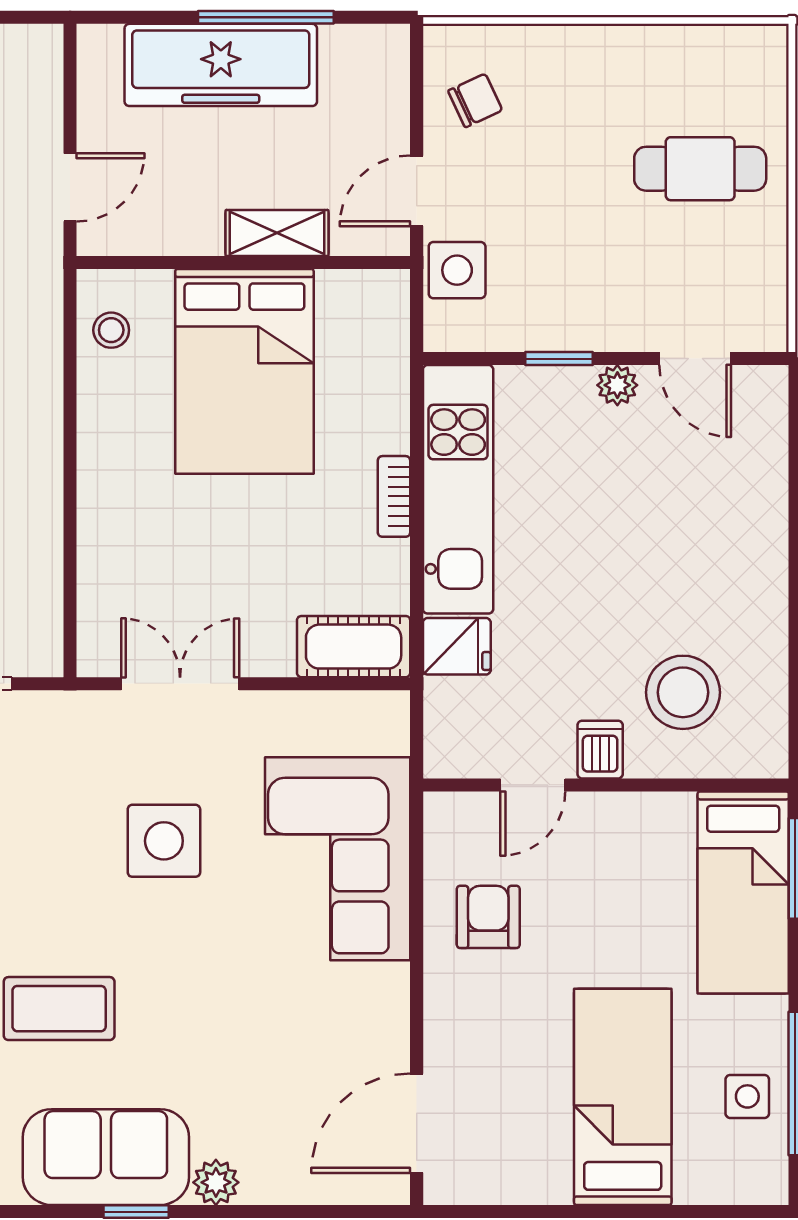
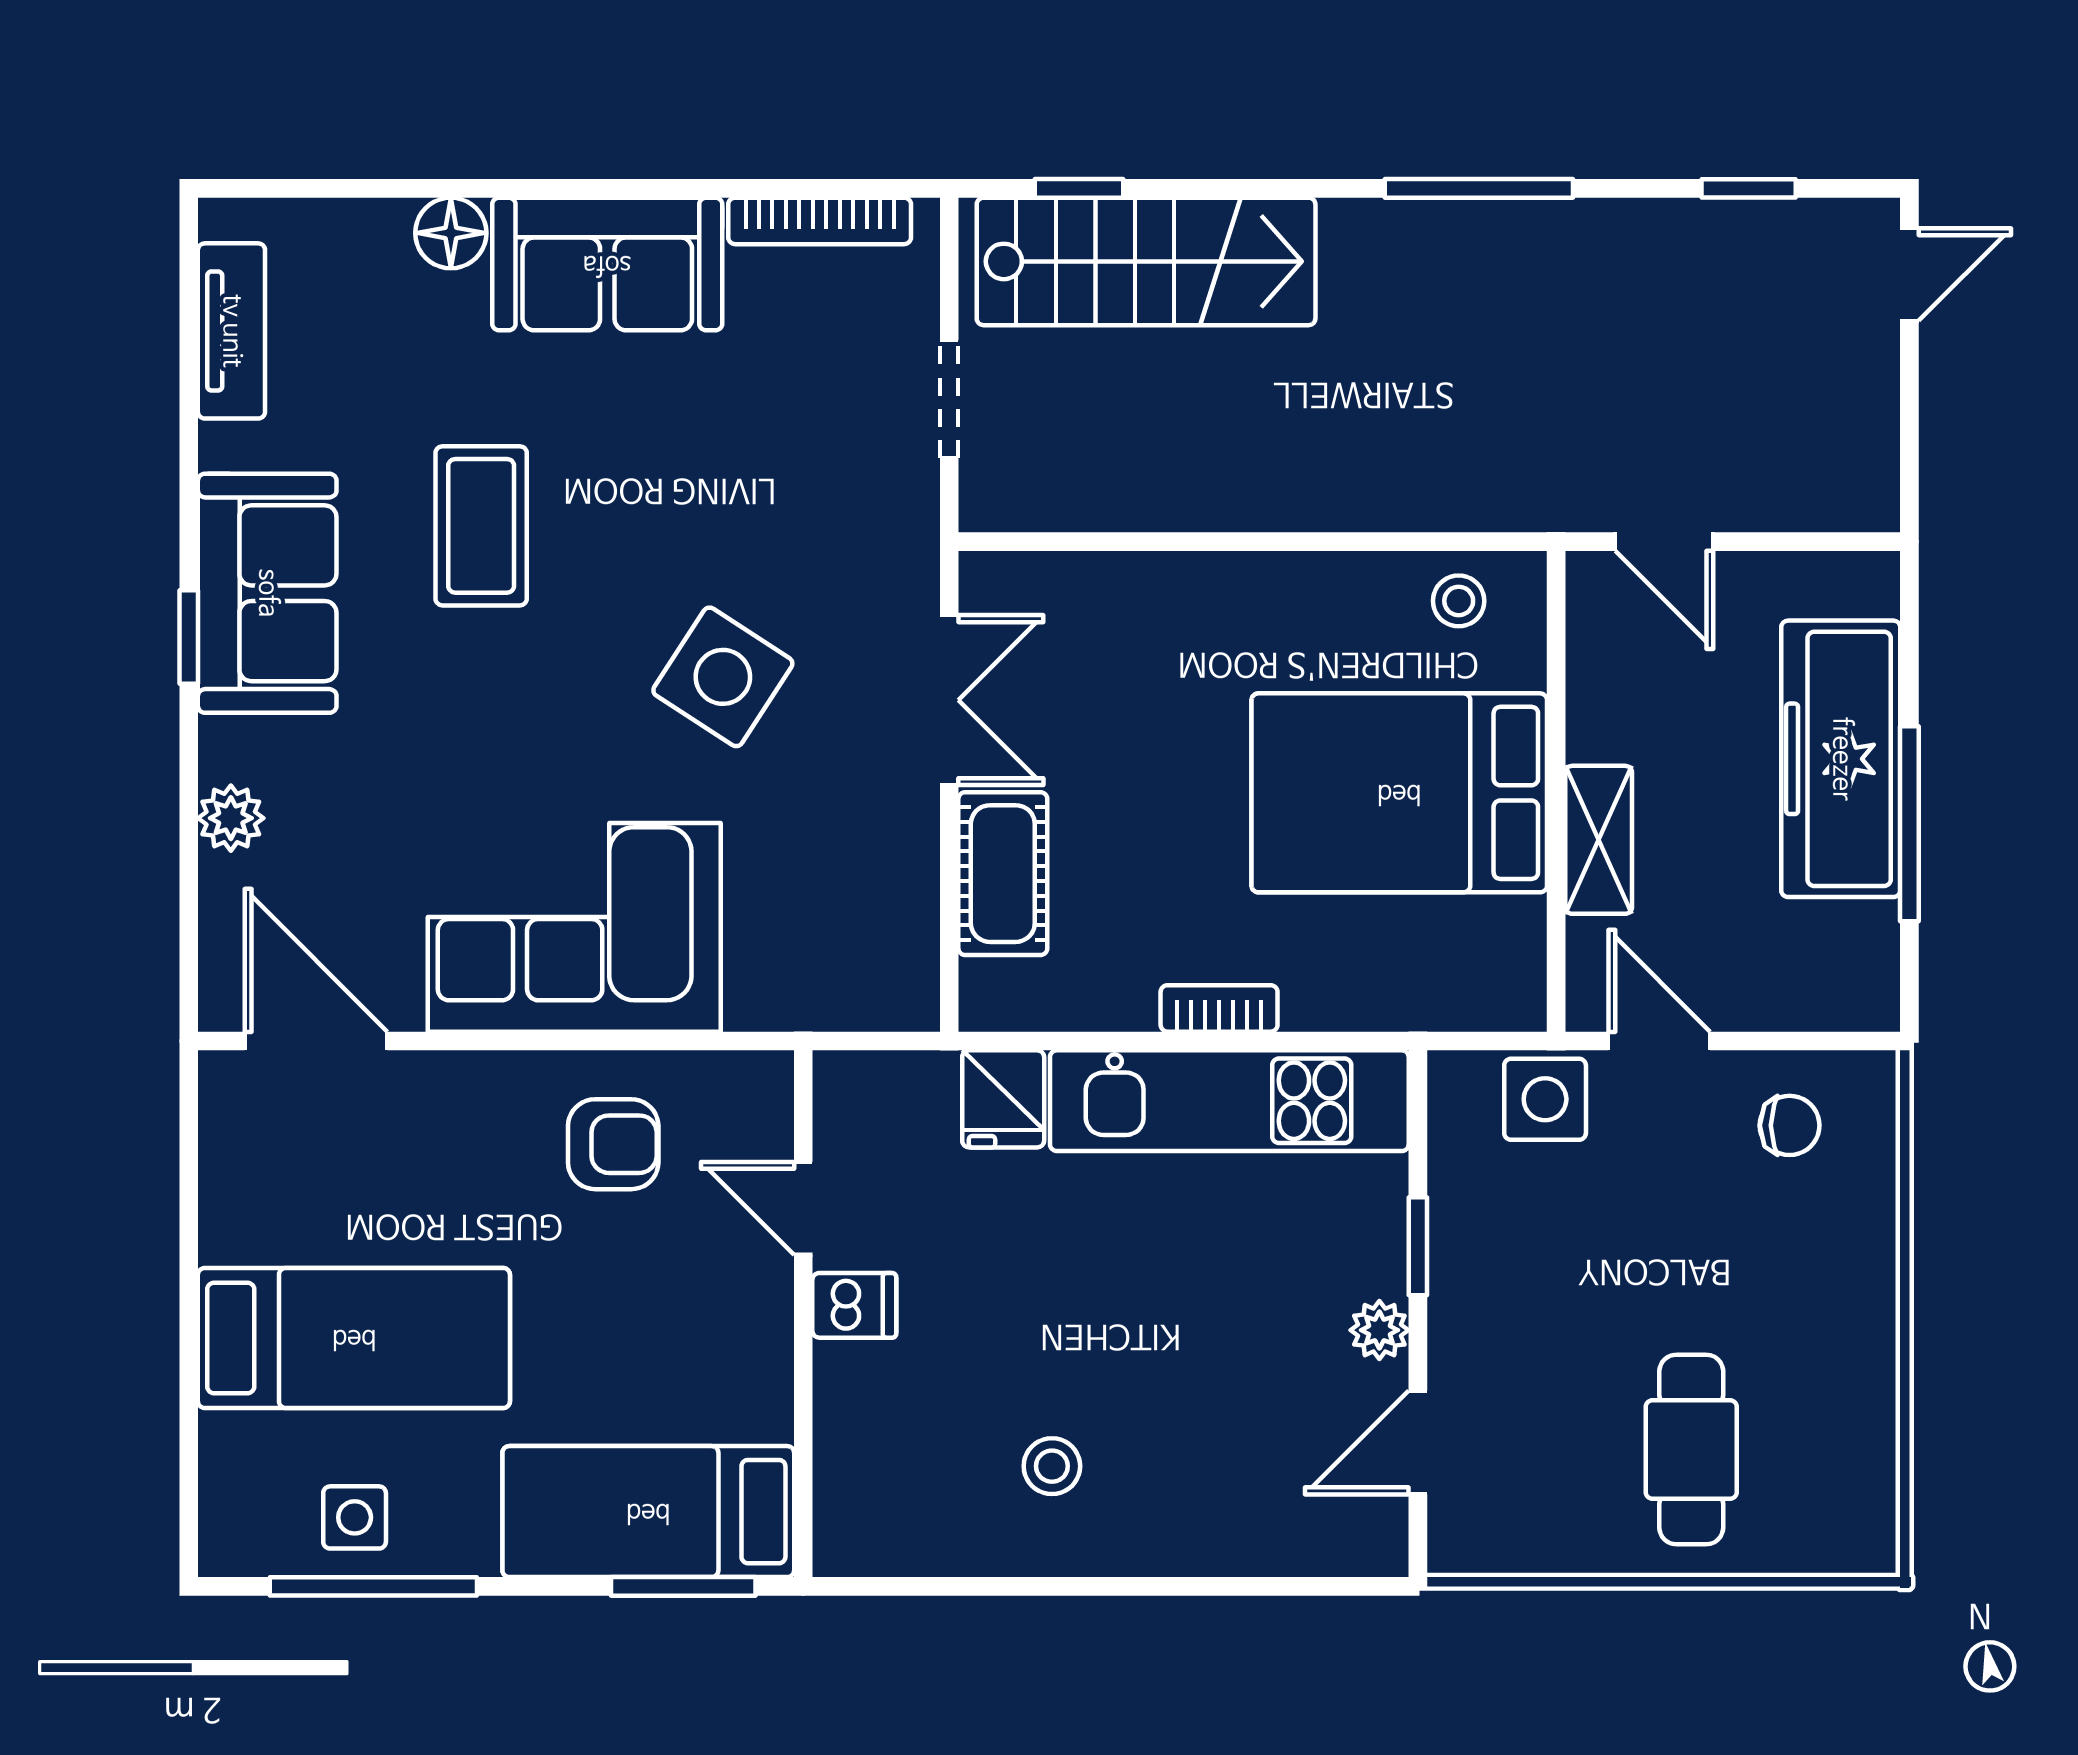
chair: (475, 100) -> (1790, 1125), turned -65
cot: (354, 647) -> (1003, 874), moved
stool: (683, 692) -> (1052, 1466), moved, width x0.53, depth x0.53
side table: (164, 841) -> (723, 677), turned 33
corner sofa: (338, 859) -> (574, 927), moved
plant: (216, 1182) -> (231, 818), moved

